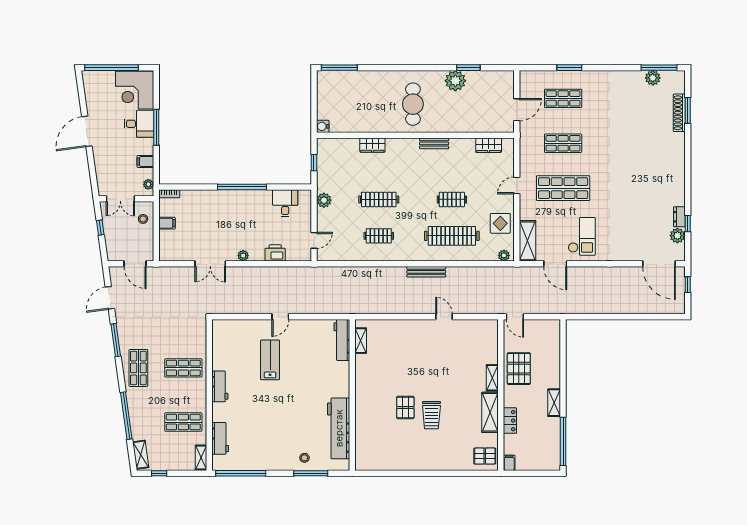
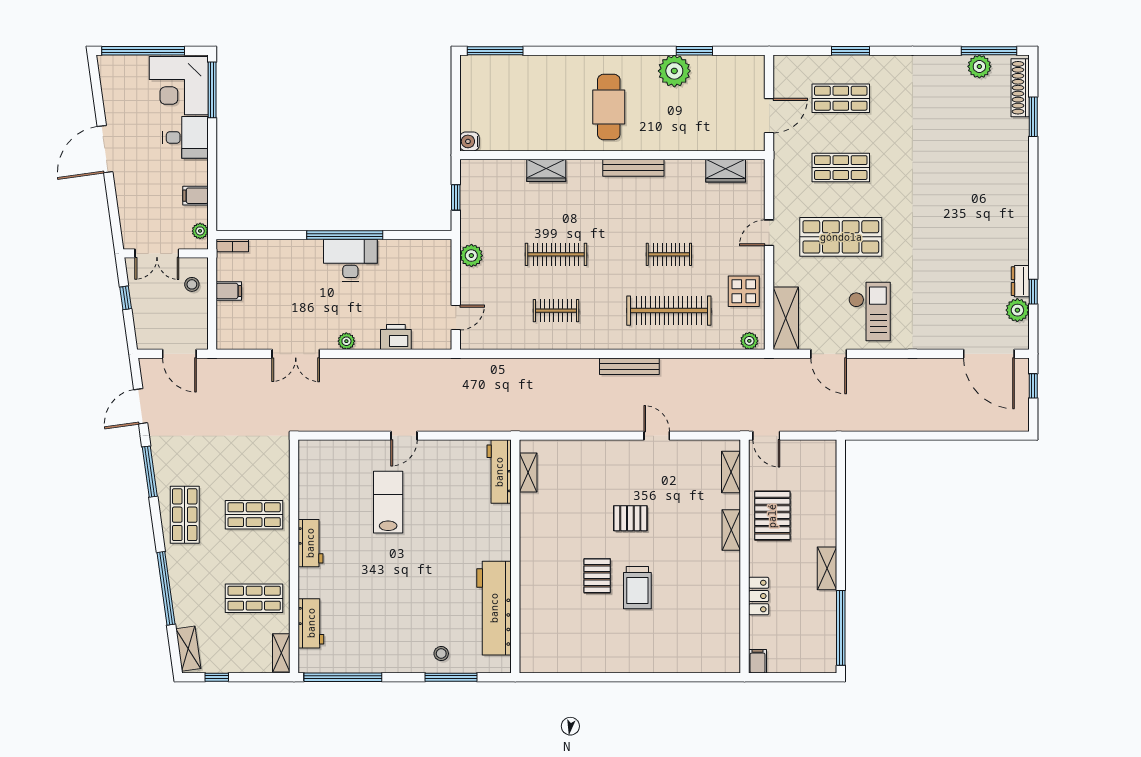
shoe rack: (679, 113) -> (1020, 88), moved
window: (156, 127) -> (212, 90), moved
bench: (434, 143) -> (633, 168), width x1.36
desk: (285, 203) -> (350, 260), moved, width x1.37
shelving: (490, 412) -> (731, 472), moved, width x0.67, depth x0.75
pallet: (485, 456) -> (630, 518), moved

